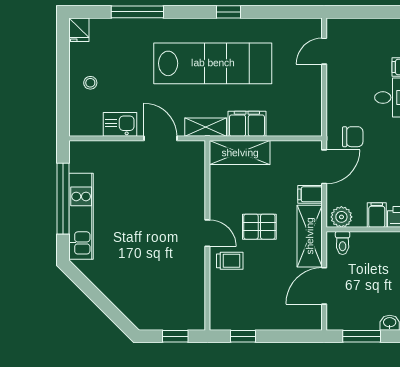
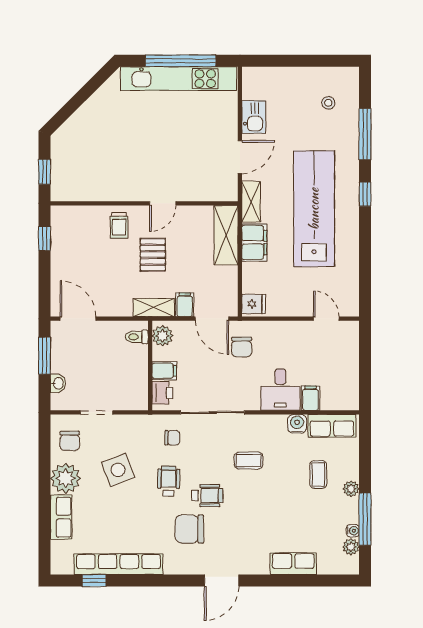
window: (228, 12) -> (365, 194), moved
fridge: (79, 30) -> (254, 304), moved, turned 180
lab bench: (213, 63) -> (314, 209), turned 180
stool: (90, 83) -> (328, 103), moved
kitchen unit: (81, 216) -> (179, 79), width x1.36
door: (207, 233) -> (163, 203), moved
shelving: (310, 236) -> (154, 307), width x0.67, depth x0.75
door: (324, 286) -> (78, 319), moved

